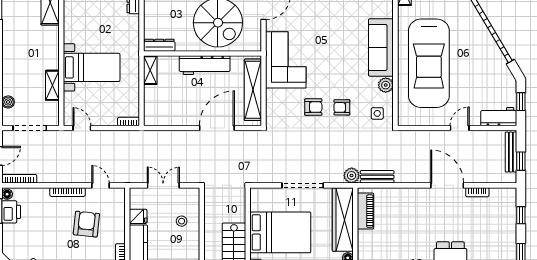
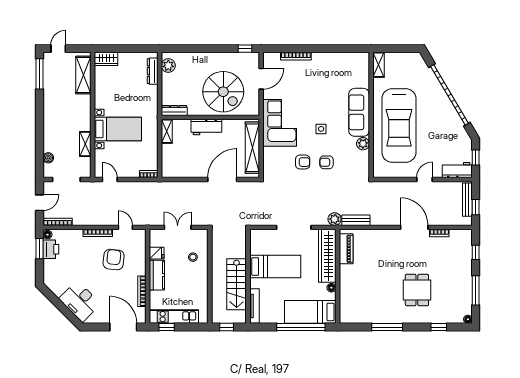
workbench: (205, 65) -> (206, 127), width x0.73
side table: (377, 113) -> (321, 129), moved
bed: (280, 232) -> (275, 267), width x0.67

